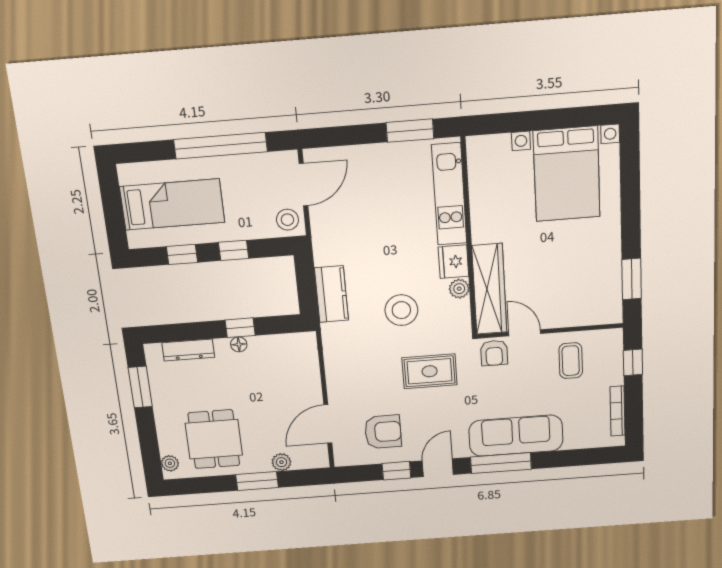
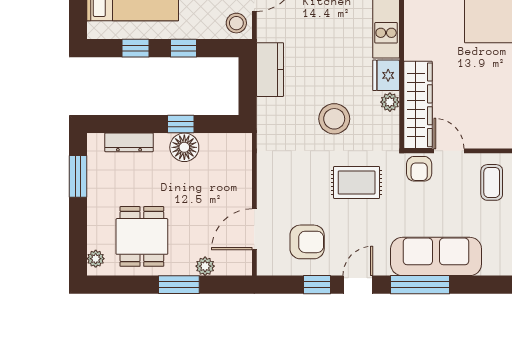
kitchen counter: (331, 294) -> (270, 70), moved
floor lamp: (239, 344) -> (184, 147), width x1.89, depth x1.89

